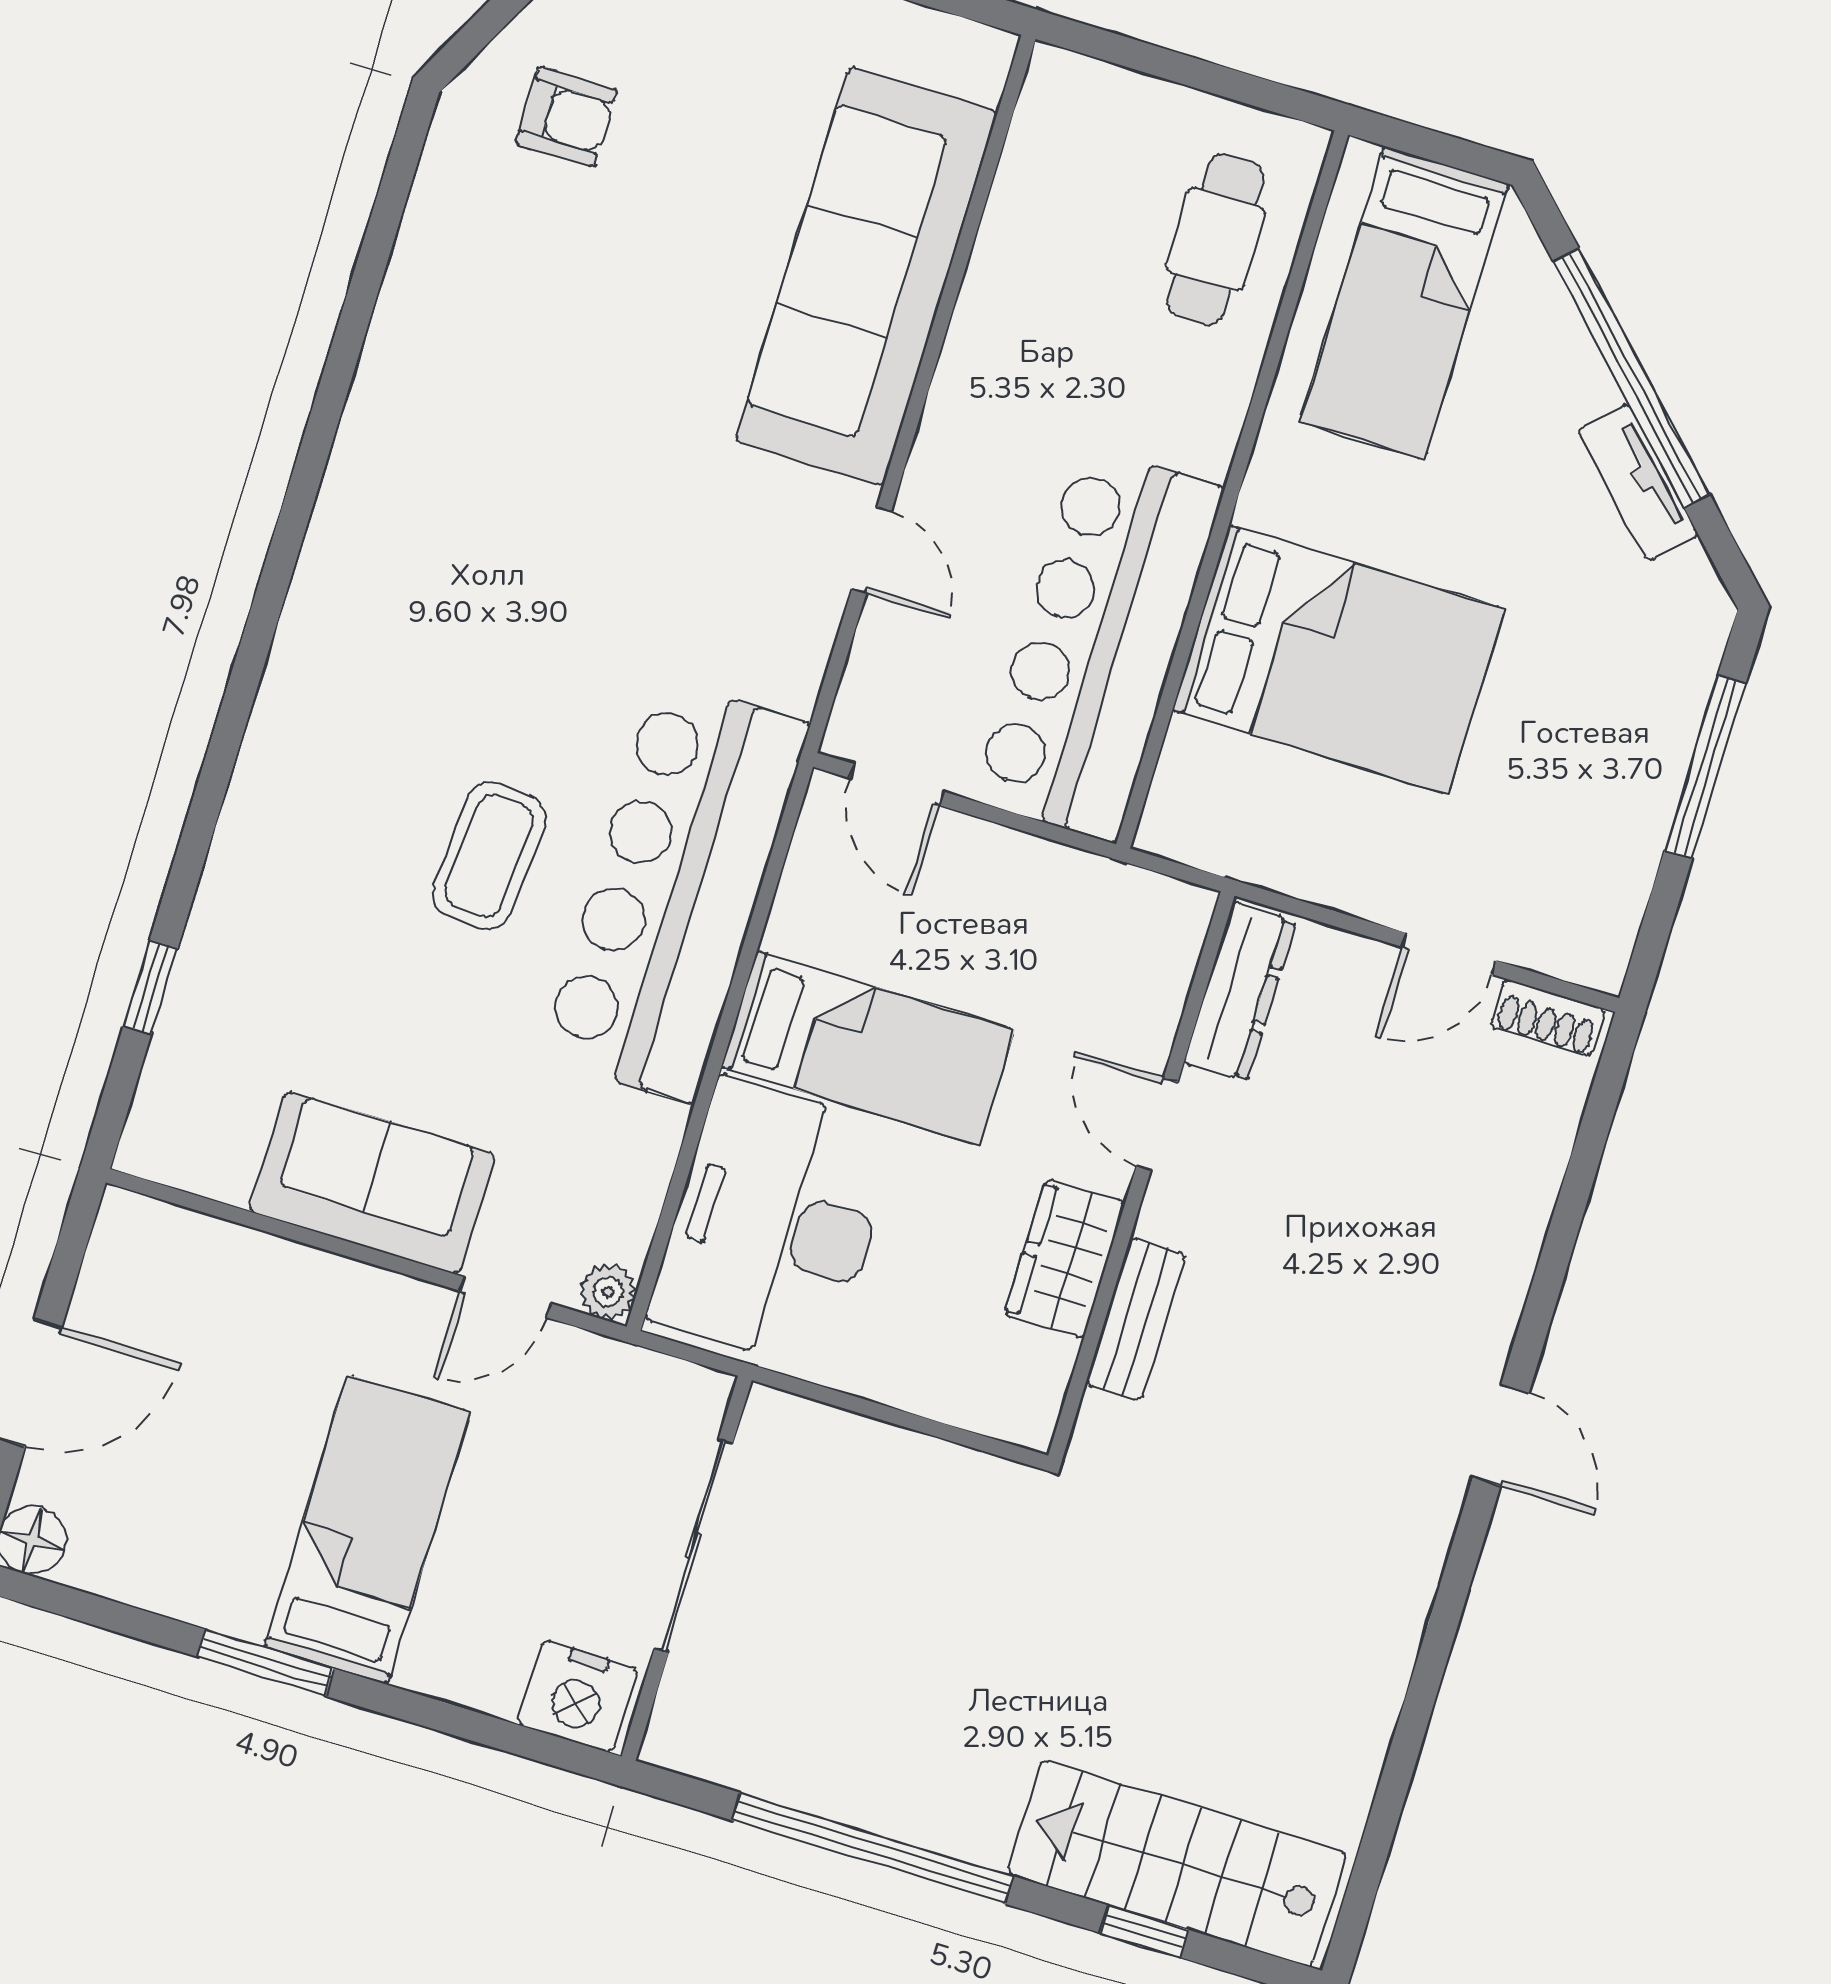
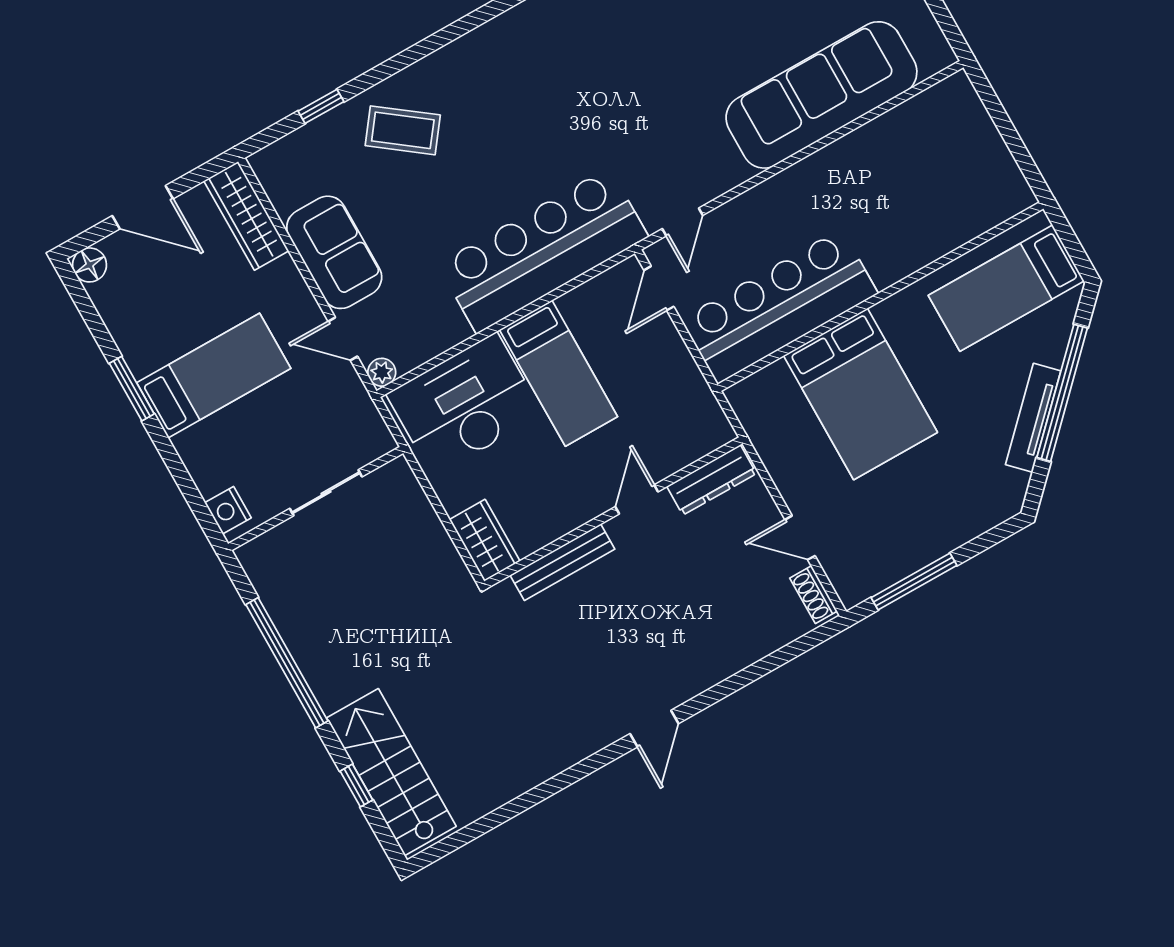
cafe table: (1216, 239) -> (960, 201), removed
tv unit: (1638, 482) -> (1033, 418), width x1.41
door: (872, 550) -> (683, 222), moved
window: (1705, 767) -> (914, 582), moved
coffee table: (489, 856) -> (403, 130), moved, turned 33
wardrobe: (193, 1251) -> (246, 216), added
wardrobe: (1065, 1259) -> (485, 540), moved, turned 90
bench: (1136, 1319) -> (562, 562), width x1.36
sliding door: (694, 1546) -> (326, 493), width x0.73
nightstand: (578, 1697) -> (228, 510), width x0.74, depth x0.75

